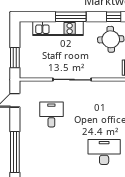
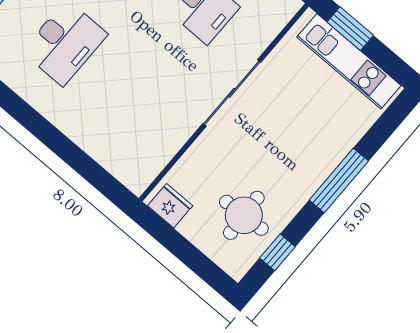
kitchen unit: (58, 28) -> (349, 61), moved, turned -90

